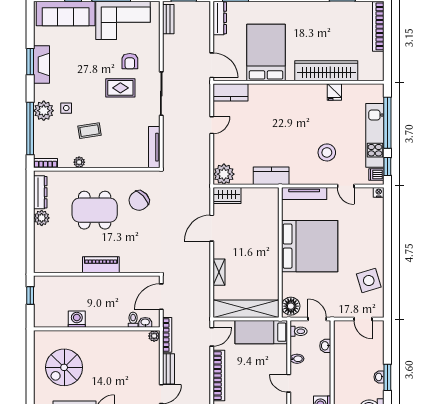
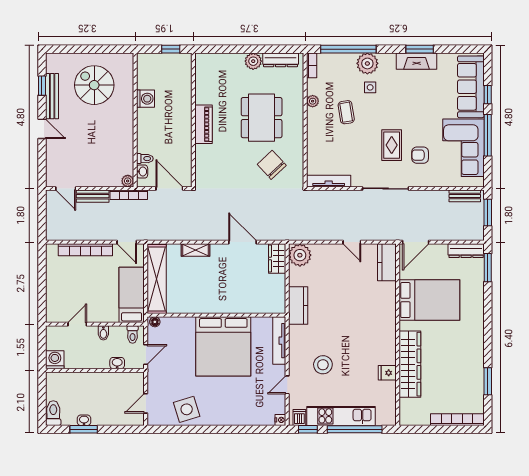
floor lamp: (291, 306) -> (155, 322), width x0.53, depth x0.53

